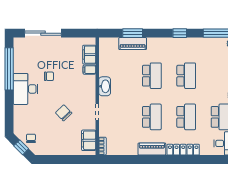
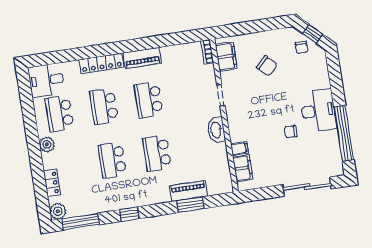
chair: (64, 113) -> (267, 66), moved

